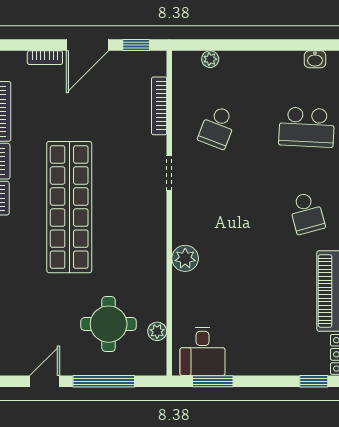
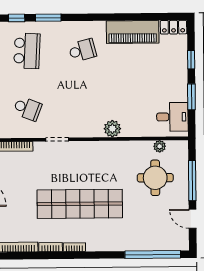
window: (213, 381) -> (191, 97), moved
window: (314, 381) -> (191, 60), moved

